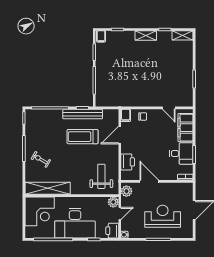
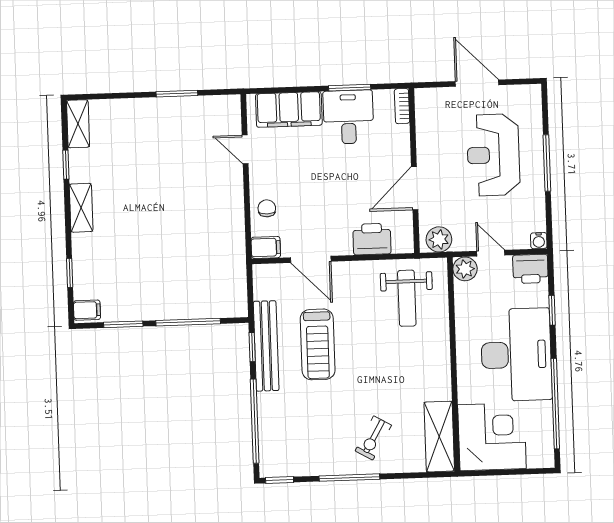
door: (169, 108) -> (245, 149), swing flipped
weight bench: (101, 176) -> (407, 298), turned -90
shelving: (48, 188) -> (439, 437), width x0.68

